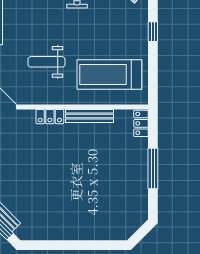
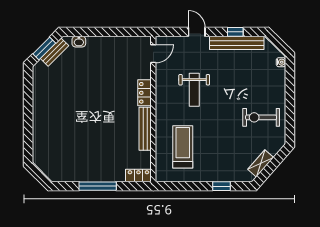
weight bench: (46, 62) -> (194, 90), turned 180
treadmill: (109, 74) -> (183, 147), width x0.73, depth x0.73

